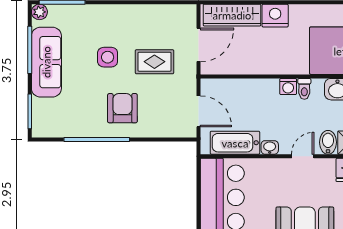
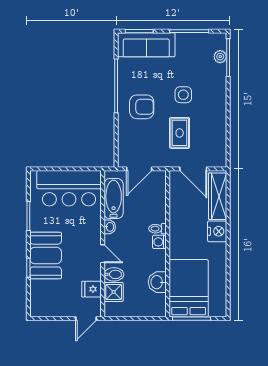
plant: (39, 12) -> (220, 57), moved
sofa: (46, 62) -> (146, 45), moved
toilet: (304, 89) -> (158, 229), moved

